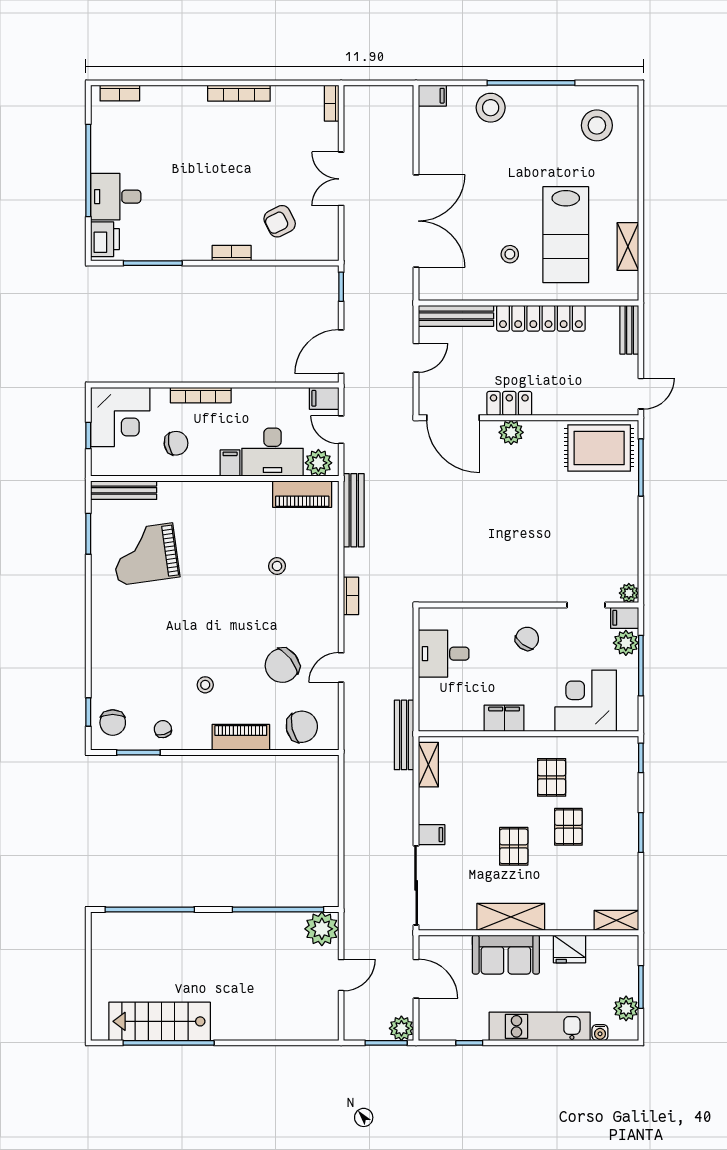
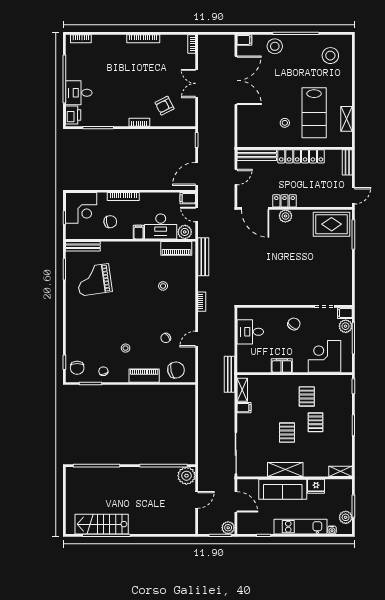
double door: (416, 221) -> (236, 80), moved
plant: (629, 593) -> (347, 300), removed
chair: (282, 665) -> (166, 338), width x0.54, depth x0.54
filing cabinet: (432, 835) -> (244, 408), moved
sofa: (506, 955) -> (283, 489), width x1.36

